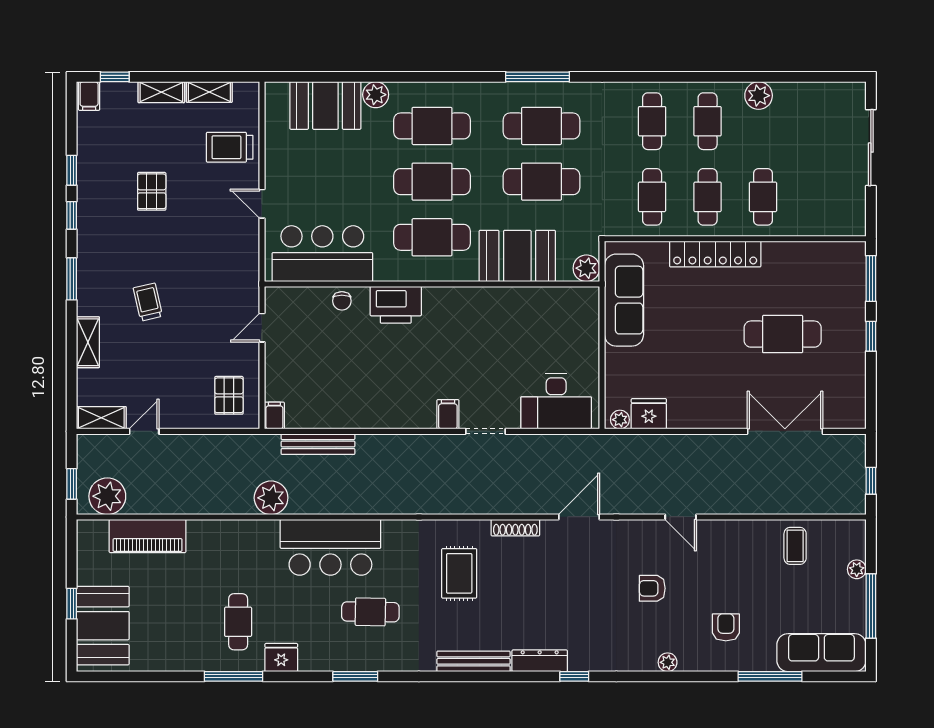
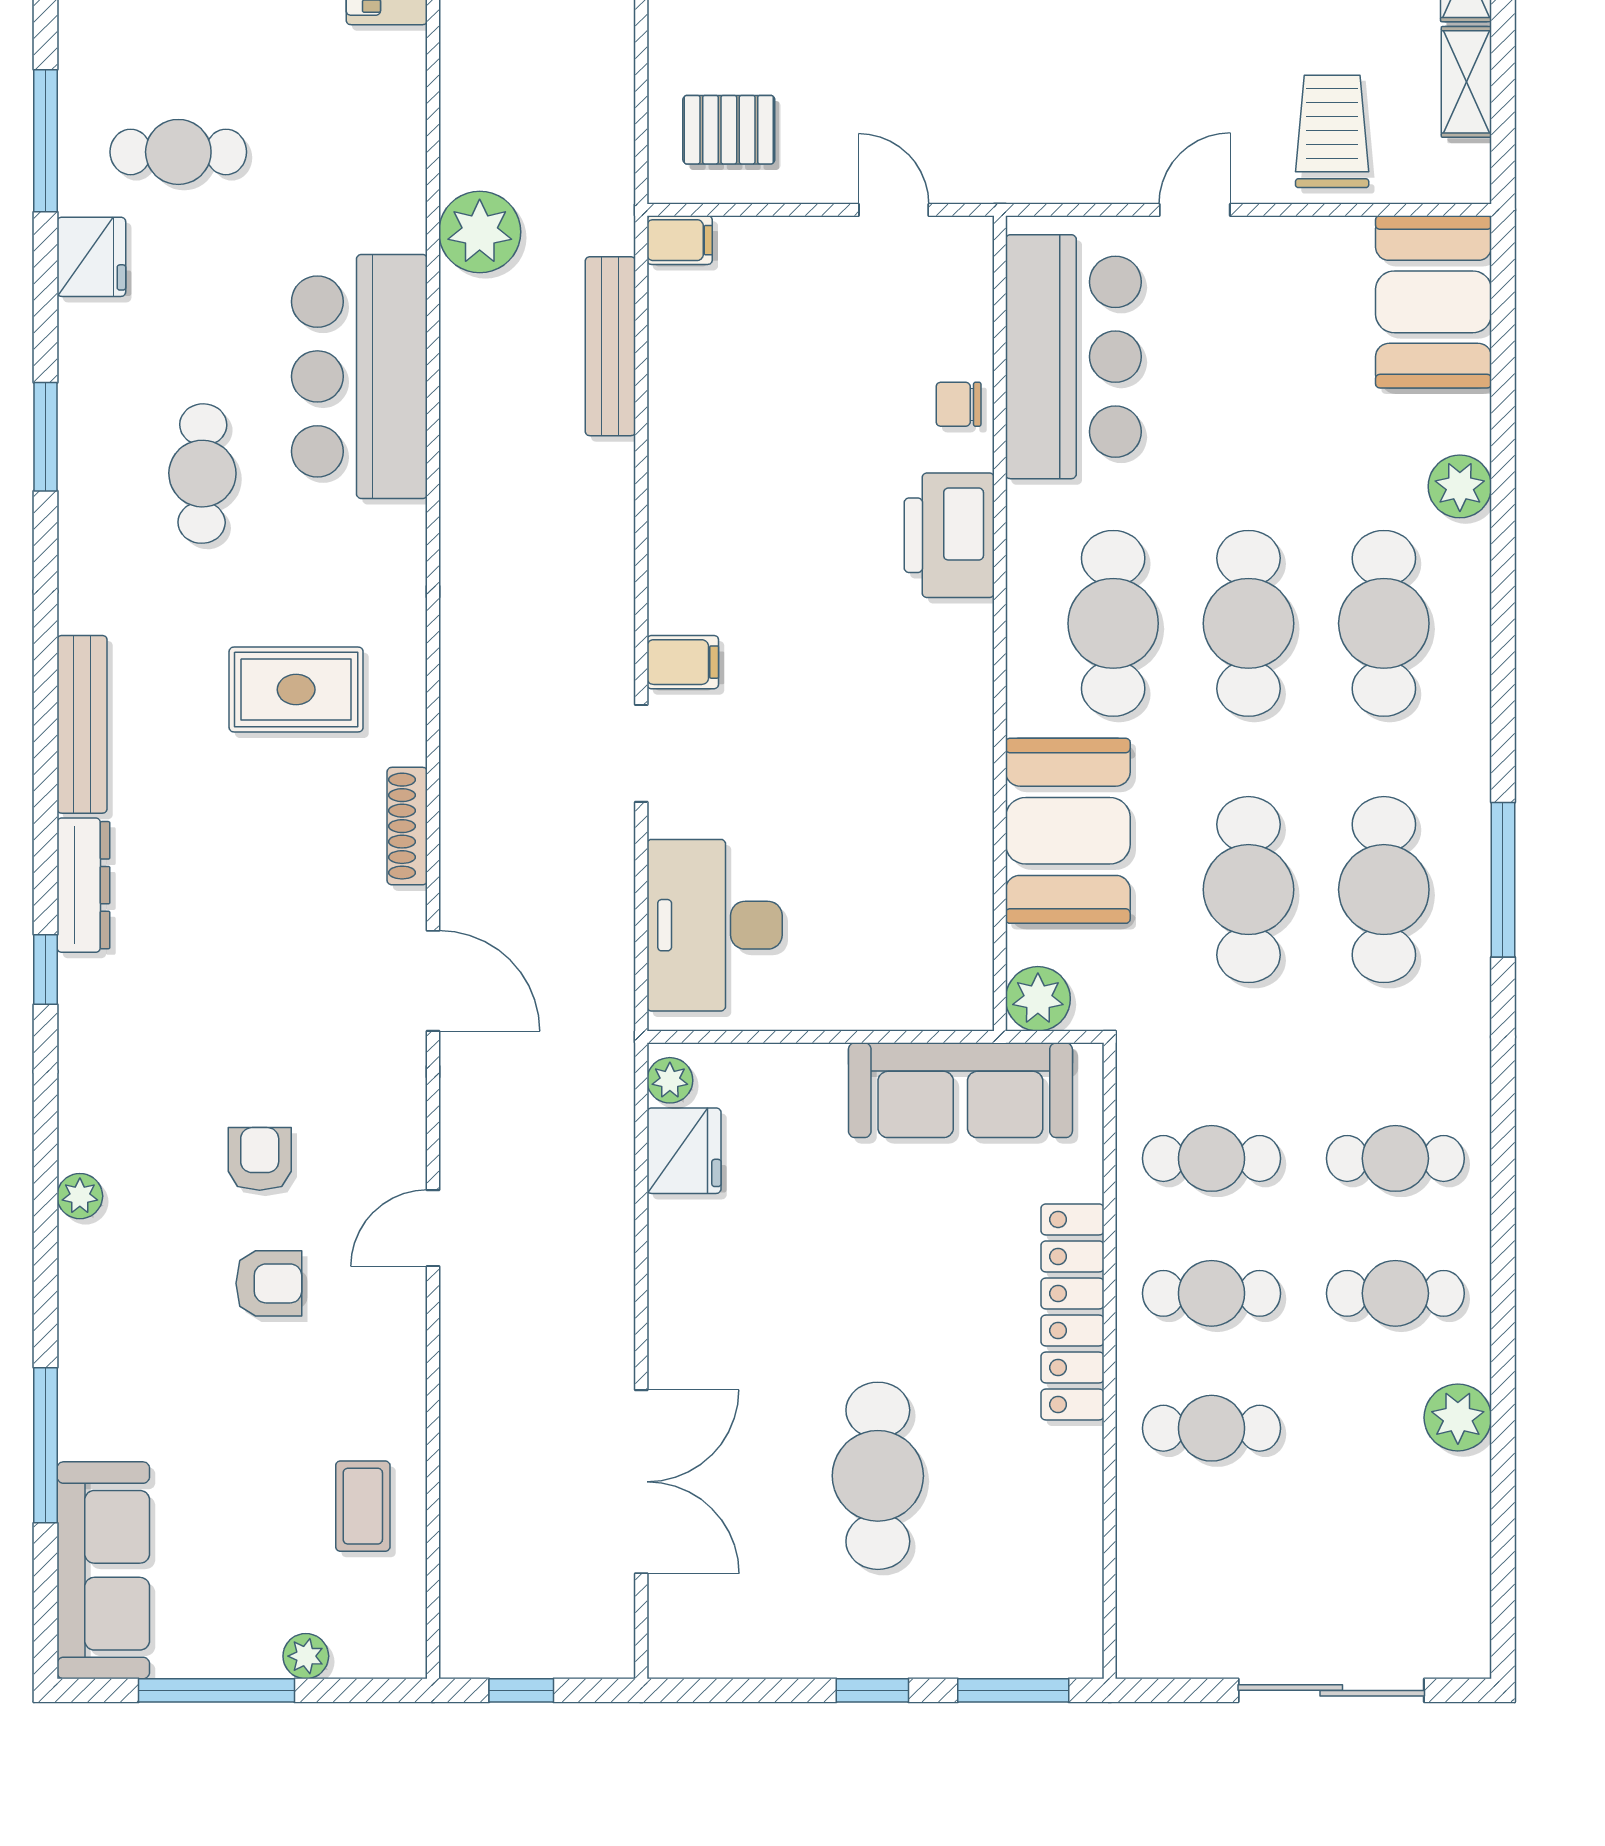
booth: (325, 106) -> (1434, 302), moved
coffee table: (795, 546) -> (363, 1506), turned 90
armchair: (726, 627) -> (269, 1283), moved

